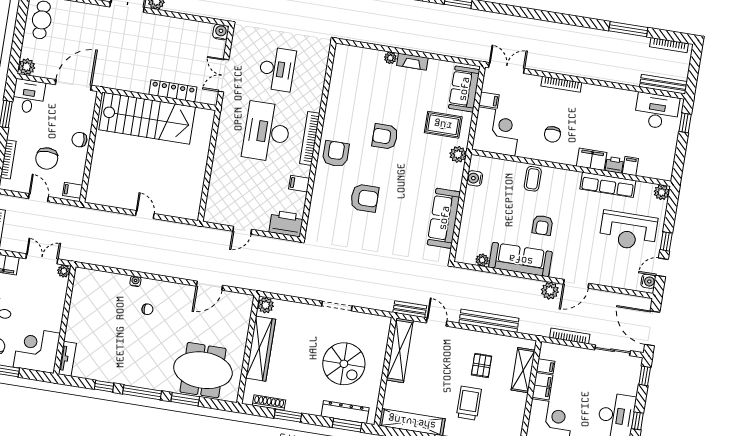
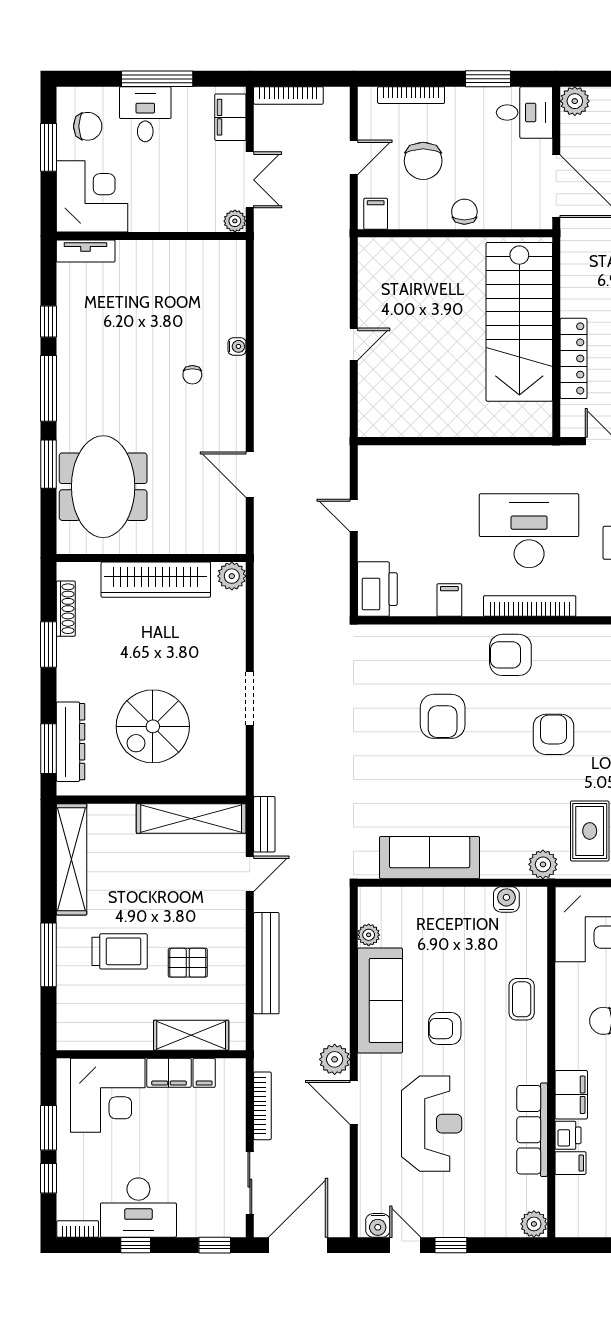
armchair: (336, 154) -> (510, 655), turned 180
chair: (47, 158) -> (423, 161), turned -90
coffee table: (533, 179) -> (522, 999), turned 90
reception desk: (628, 231) -> (432, 1124), moved, turned 180

